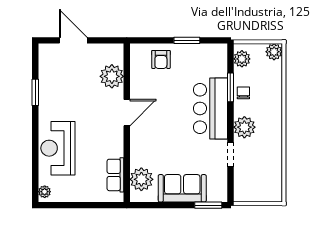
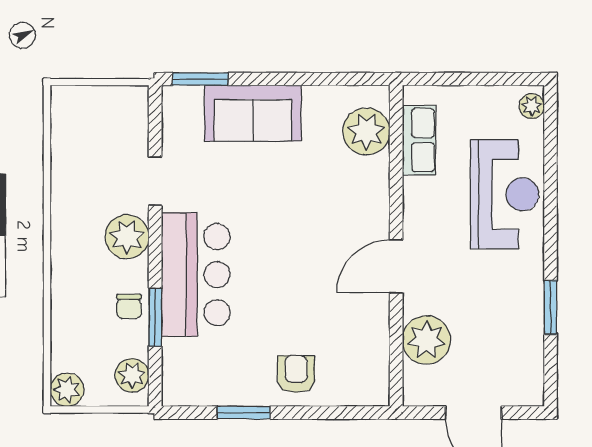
plant: (112, 76) -> (426, 340), moved
door: (127, 113) -> (396, 266), moved
wall: (127, 123) -> (396, 246), moved
row of seats: (115, 175) -> (419, 140), moved
plant: (141, 179) -> (366, 131), moved

